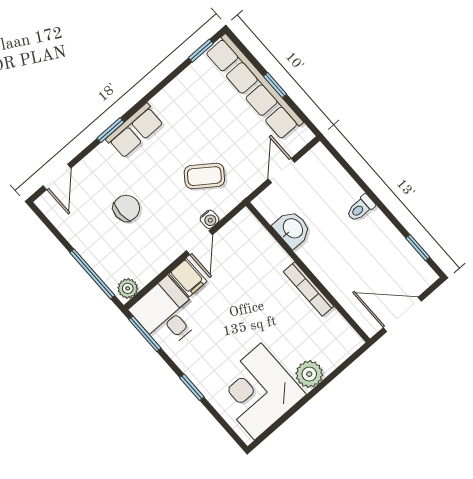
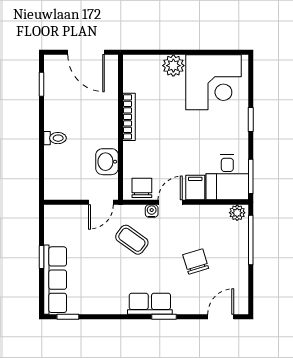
row of seats: (254, 87) -> (55, 280), width x0.73
door: (281, 171) -> (101, 202), moved
chair: (126, 208) -> (196, 262), turned 73
chair: (238, 233) -> (142, 188), added

